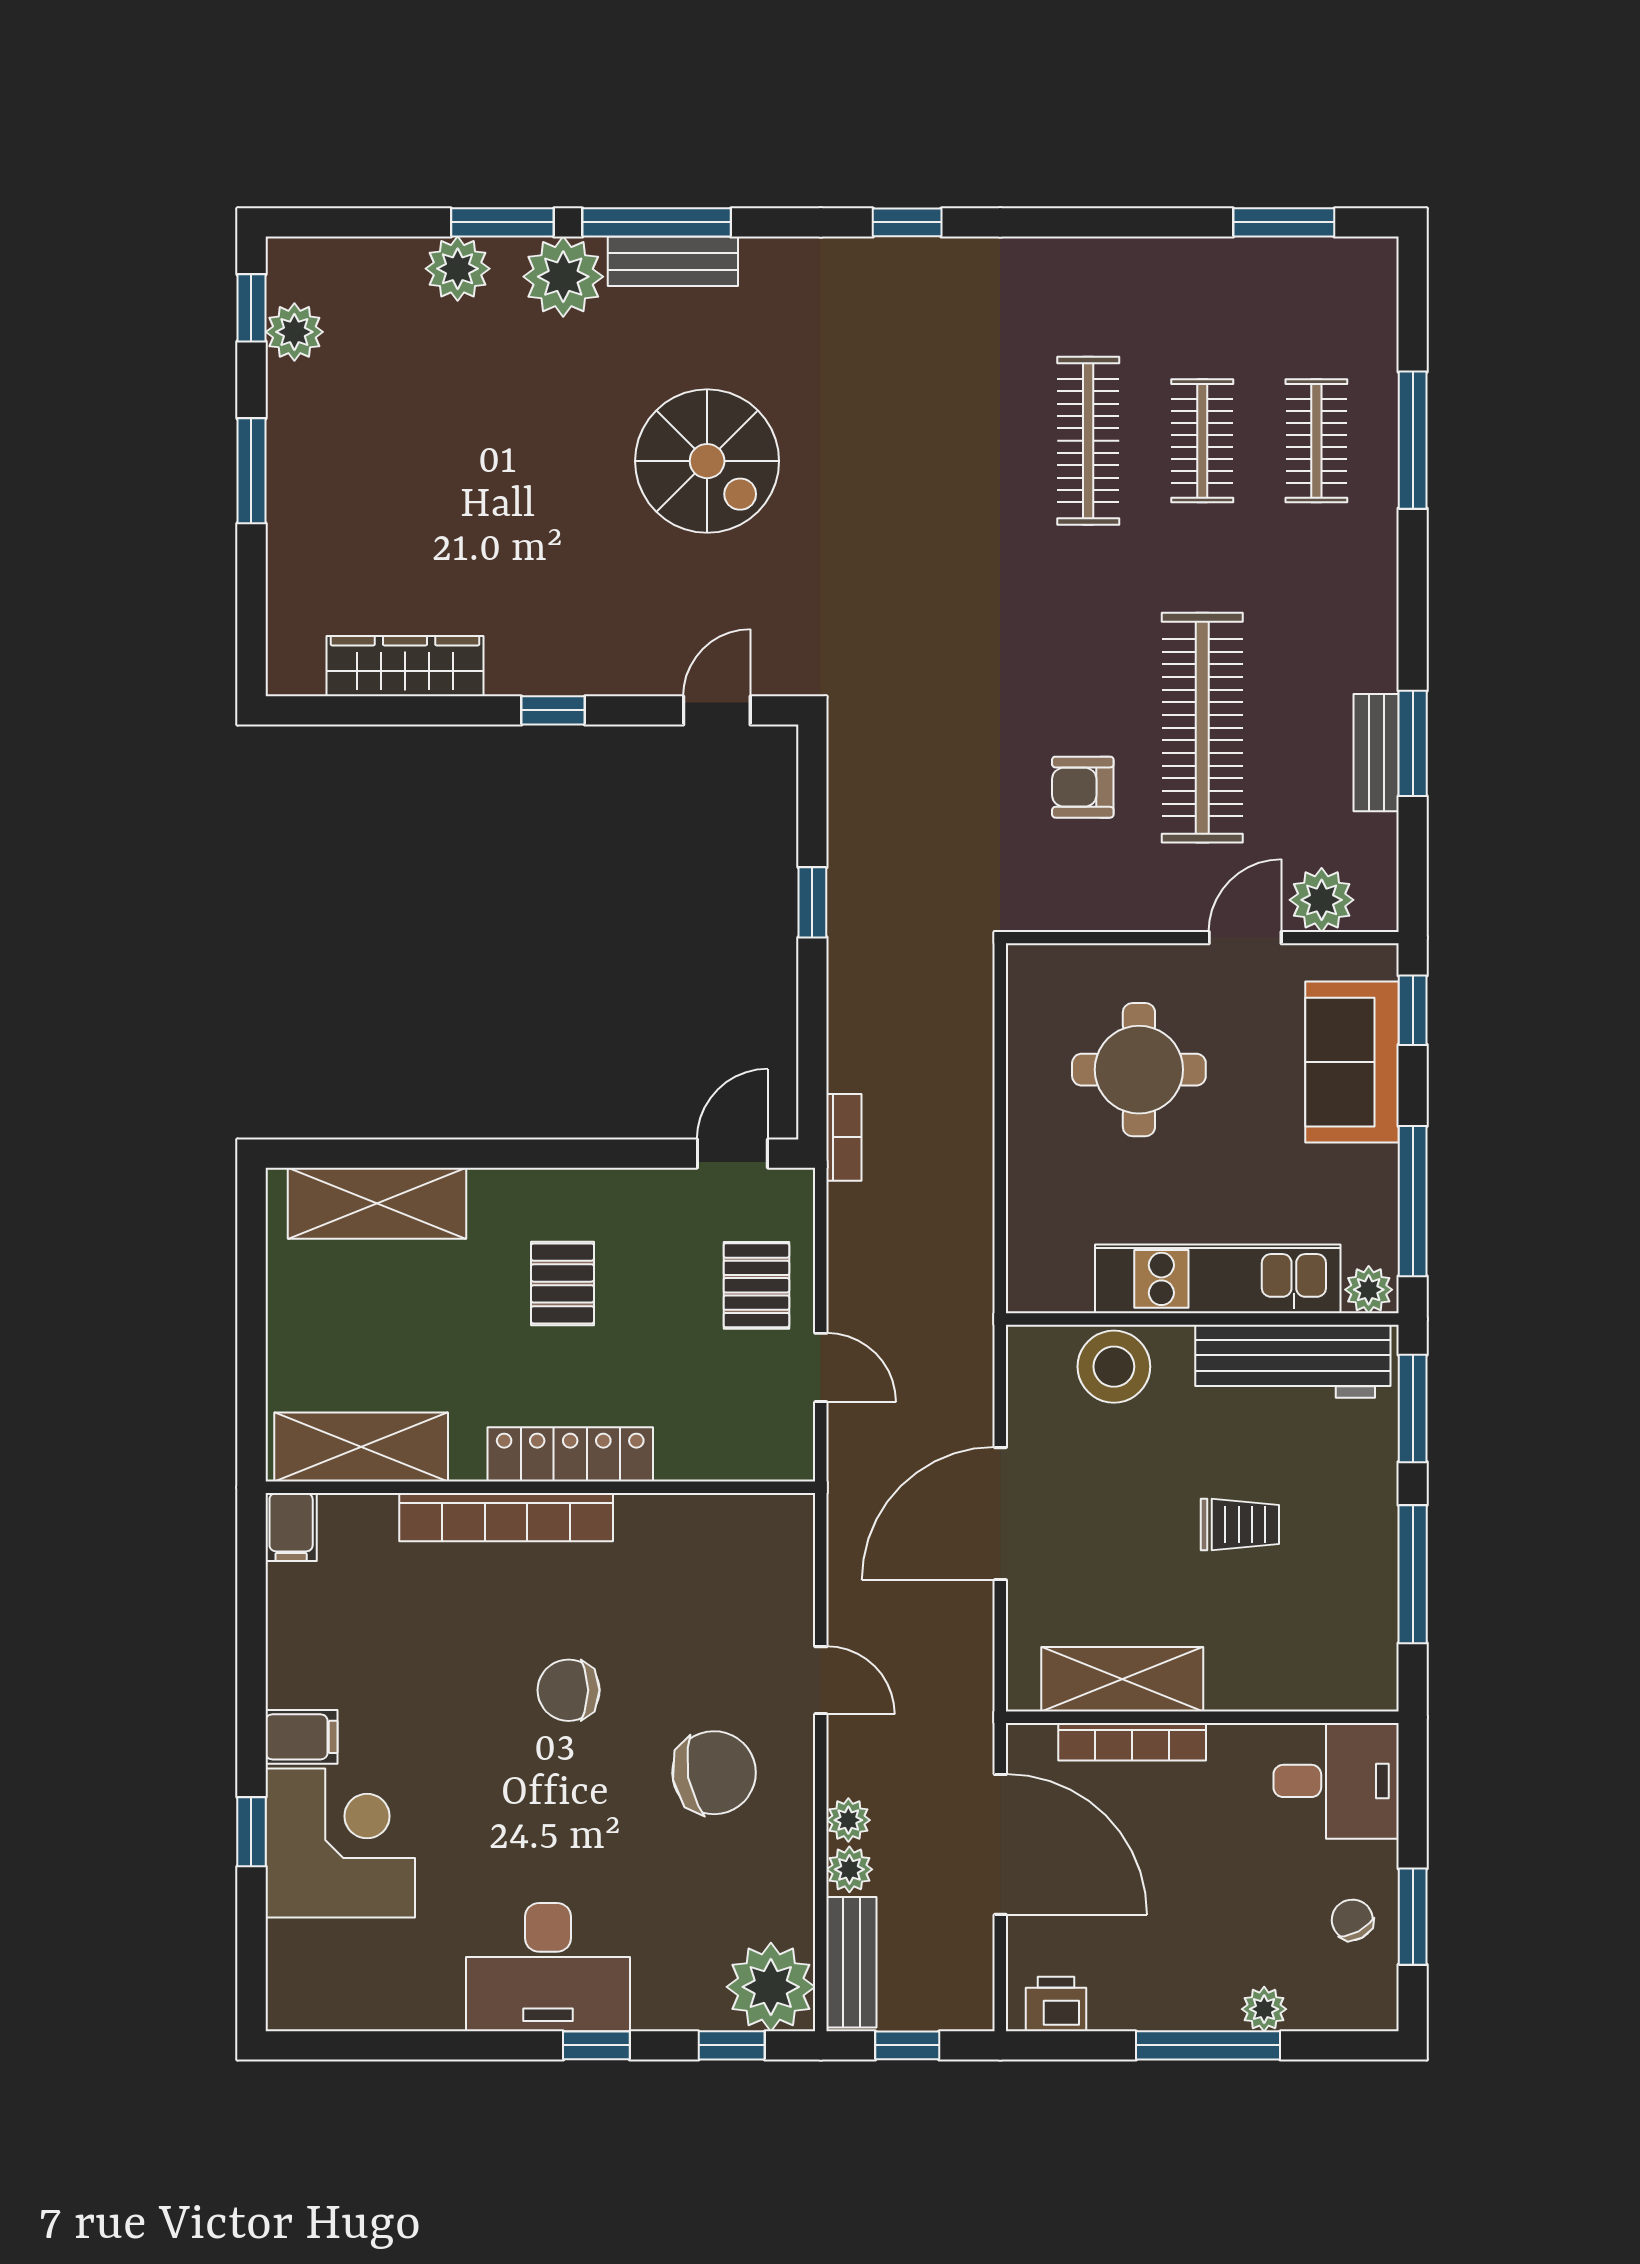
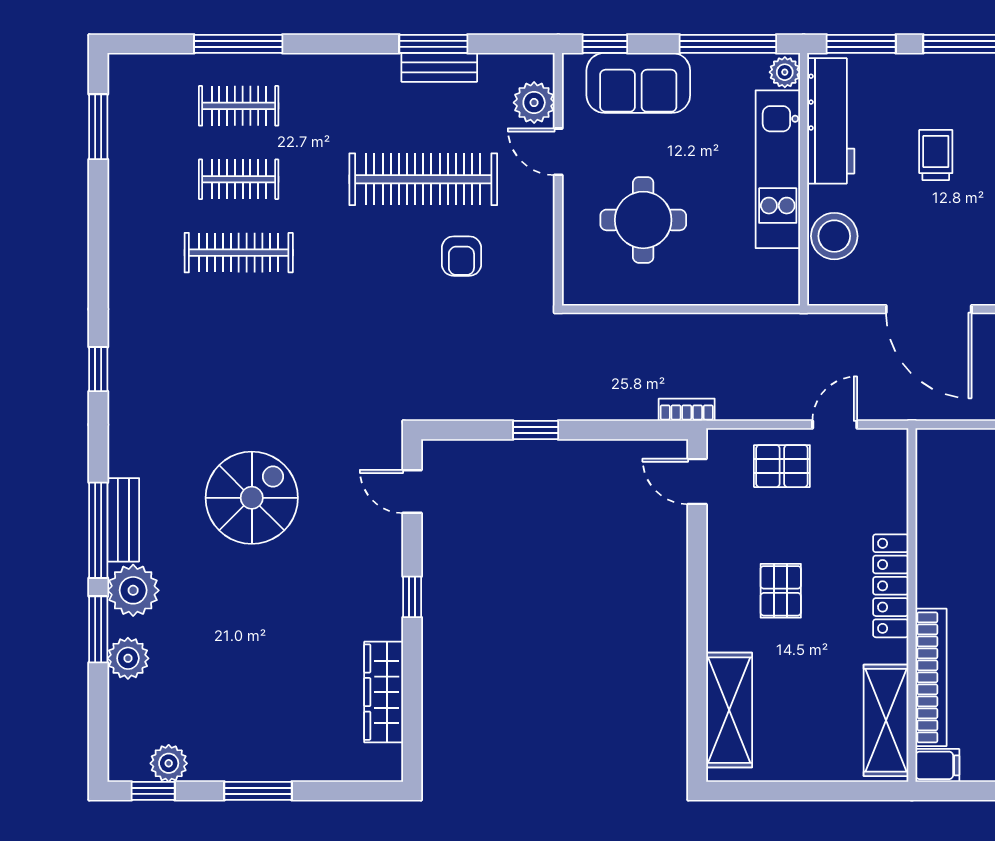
pallet: (562, 1283) -> (781, 591), turned 90
bookcase: (506, 1517) -> (931, 677), moved

